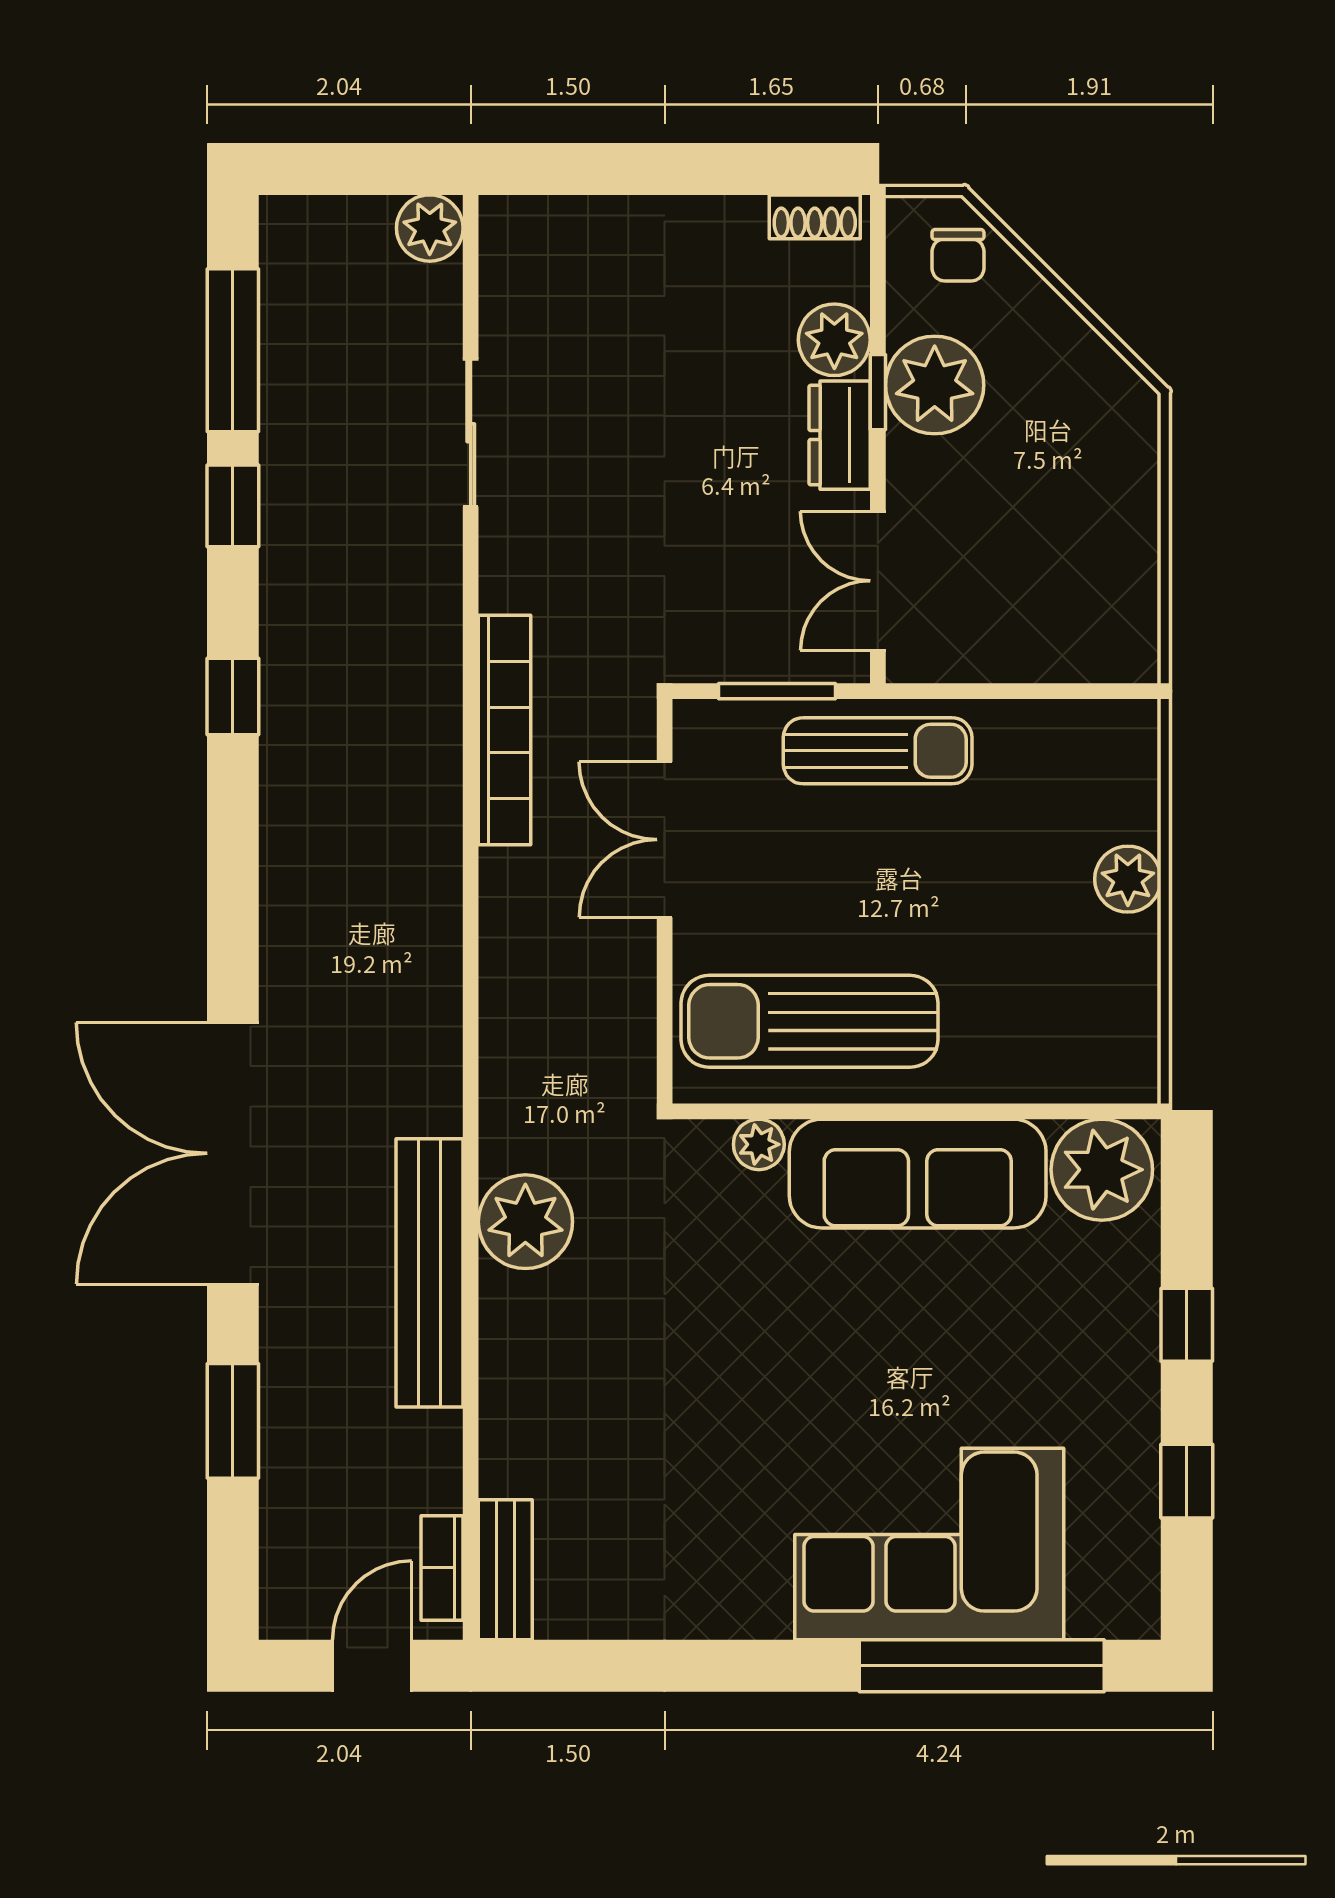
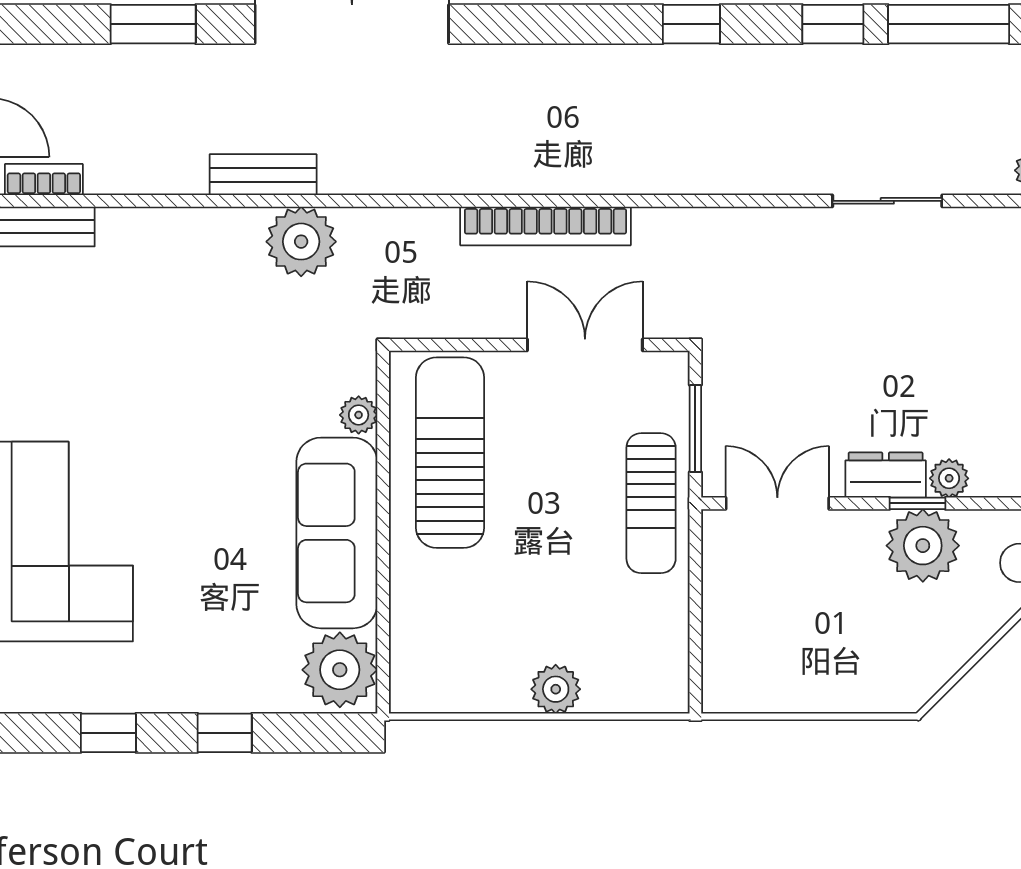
plant: (834, 340) -> (949, 478), width x0.73, depth x0.73
bookcase: (505, 730) -> (545, 226), moved
bench: (430, 1273) -> (263, 175), width x0.54, depth x0.82

